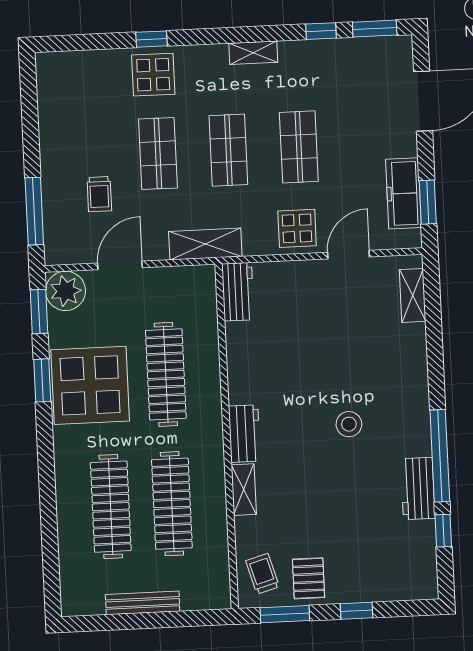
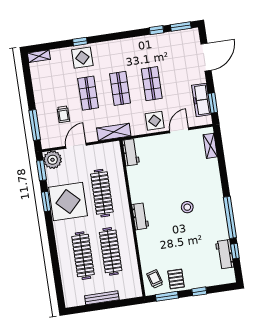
shelving: (253, 53) -> (39, 56), moved
workbench: (418, 488) -> (225, 254), moved
shelving: (244, 490) -> (143, 242), removed

